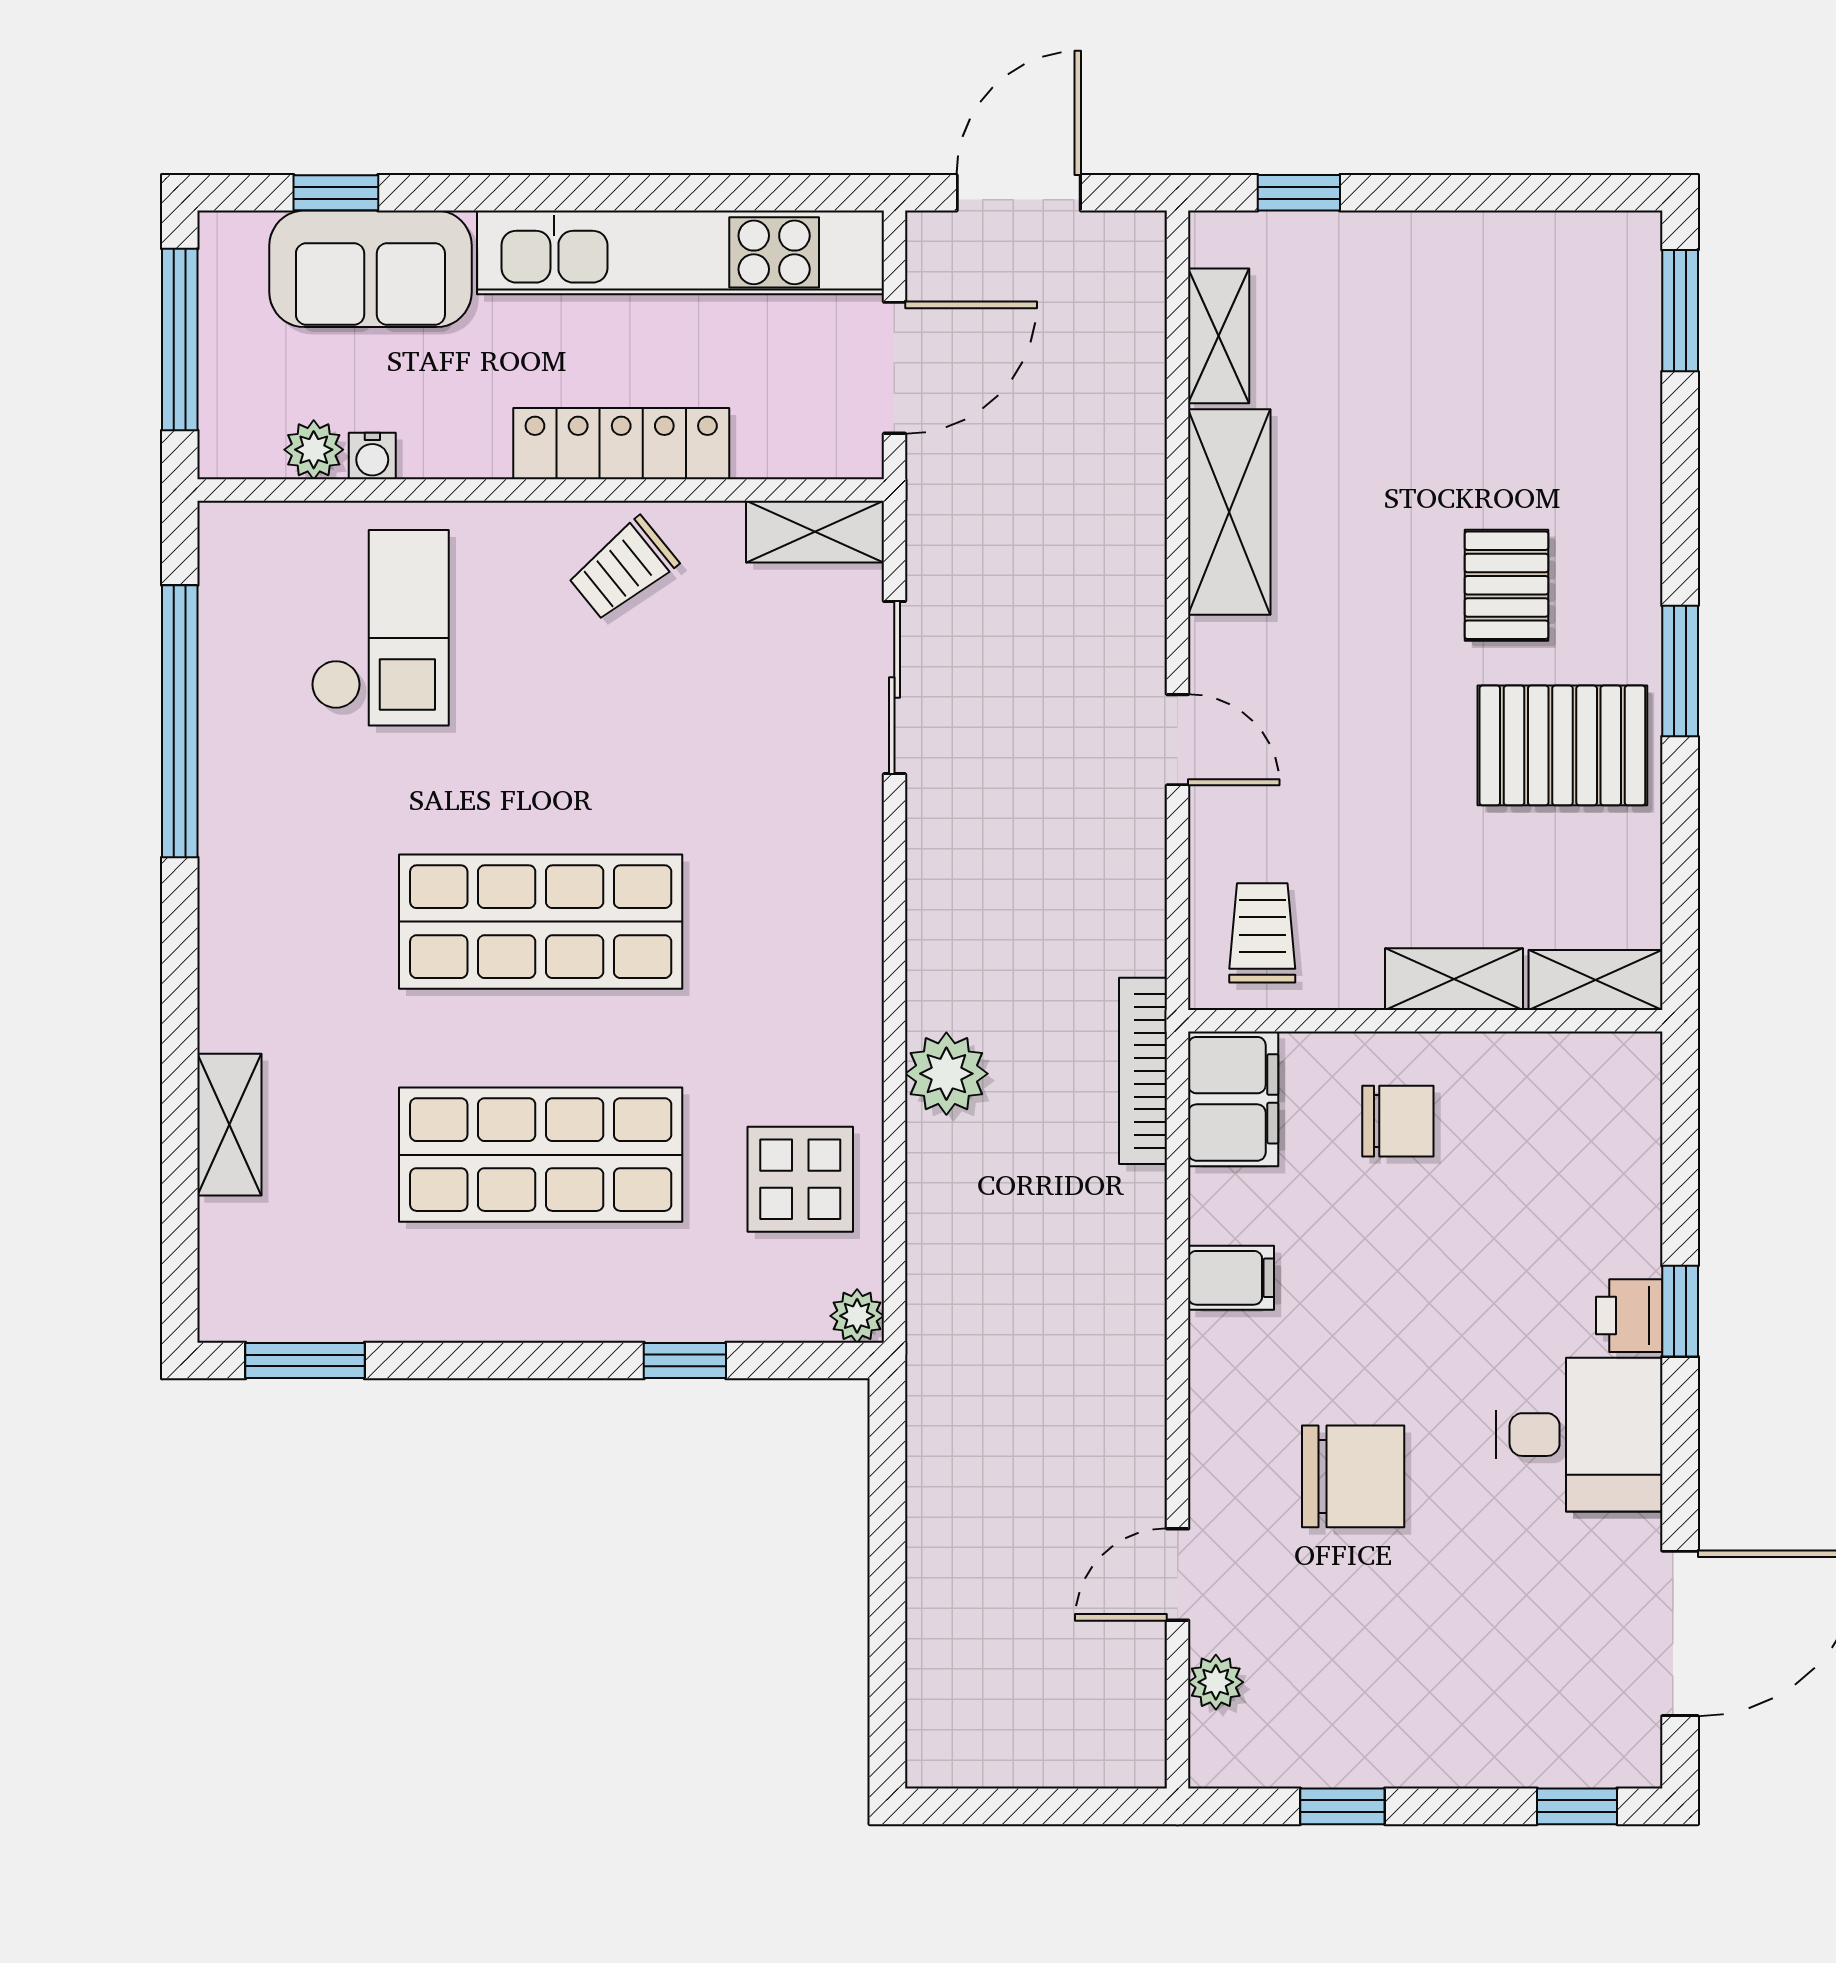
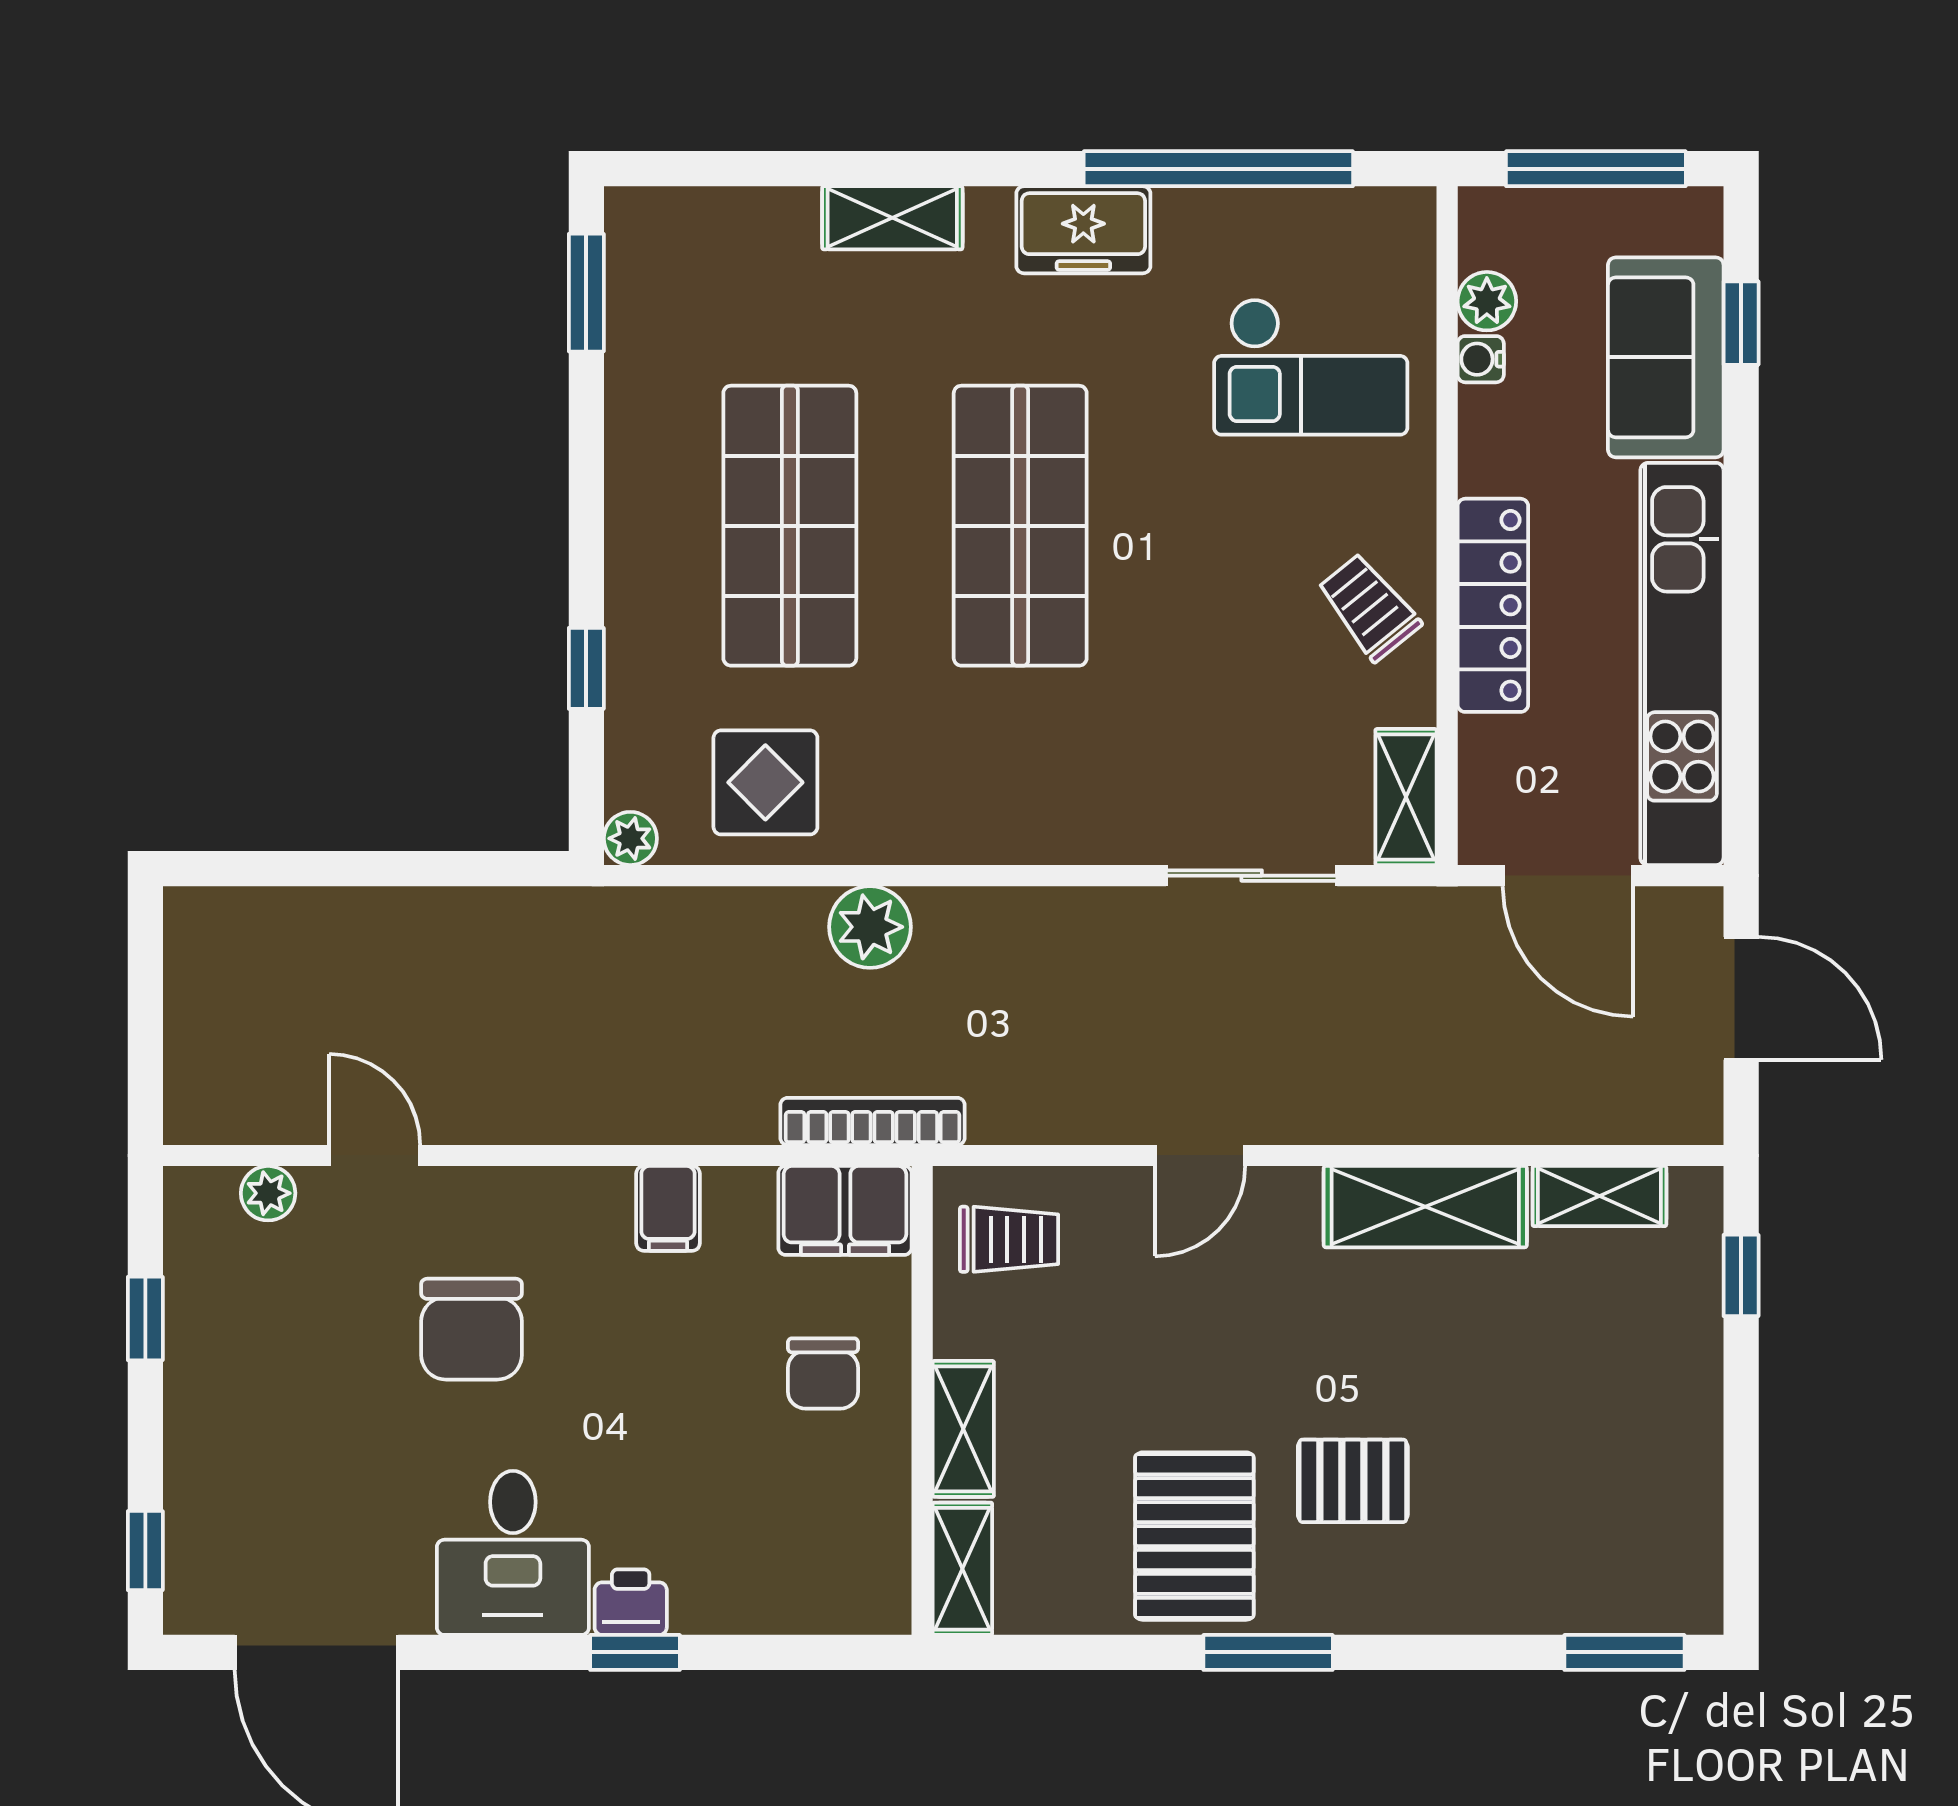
freezer: (241, 858) -> (1083, 230), added
shelving: (229, 1125) -> (892, 218), moved

